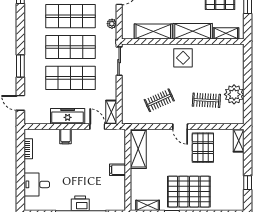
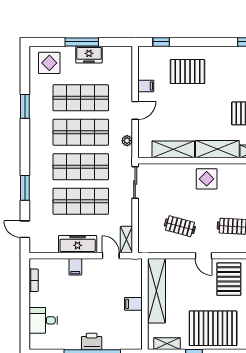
clothes rail: (159, 100) -> (180, 226), turned 39
shelving: (138, 149) -> (156, 291), width x1.47

